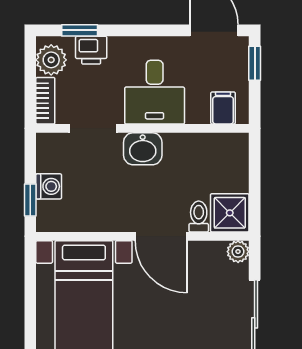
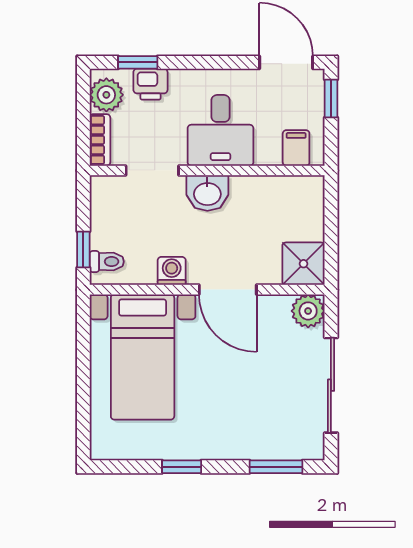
washing machine: (49, 186) -> (172, 271), moved, turned -90
toilet: (199, 217) -> (107, 262), moved, turned 90
plant: (238, 252) -> (308, 311), width x1.38, depth x1.38

